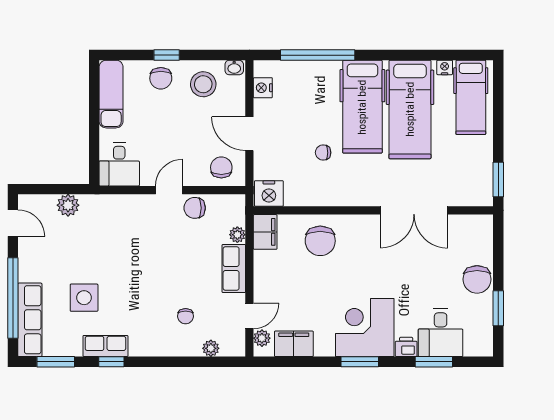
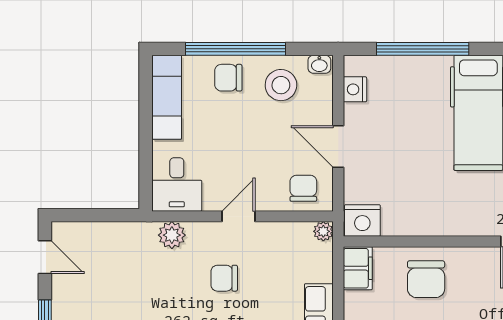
window: (167, 55) -> (236, 49), width x3.17
chair: (161, 78) -> (228, 78), turned 90
chair: (323, 153) -> (430, 170), removed
plant: (68, 205) -> (172, 235), moved
chair: (195, 208) -> (224, 278), moved
plant: (237, 235) -> (323, 231), moved

